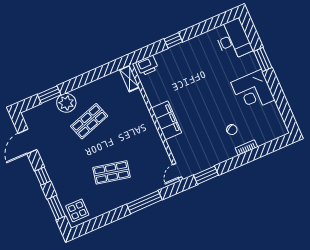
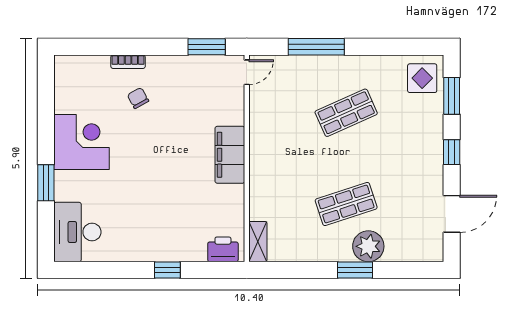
window: (49, 95) -> (355, 270), moved
shop shelf: (111, 172) -> (346, 113), turned -36

